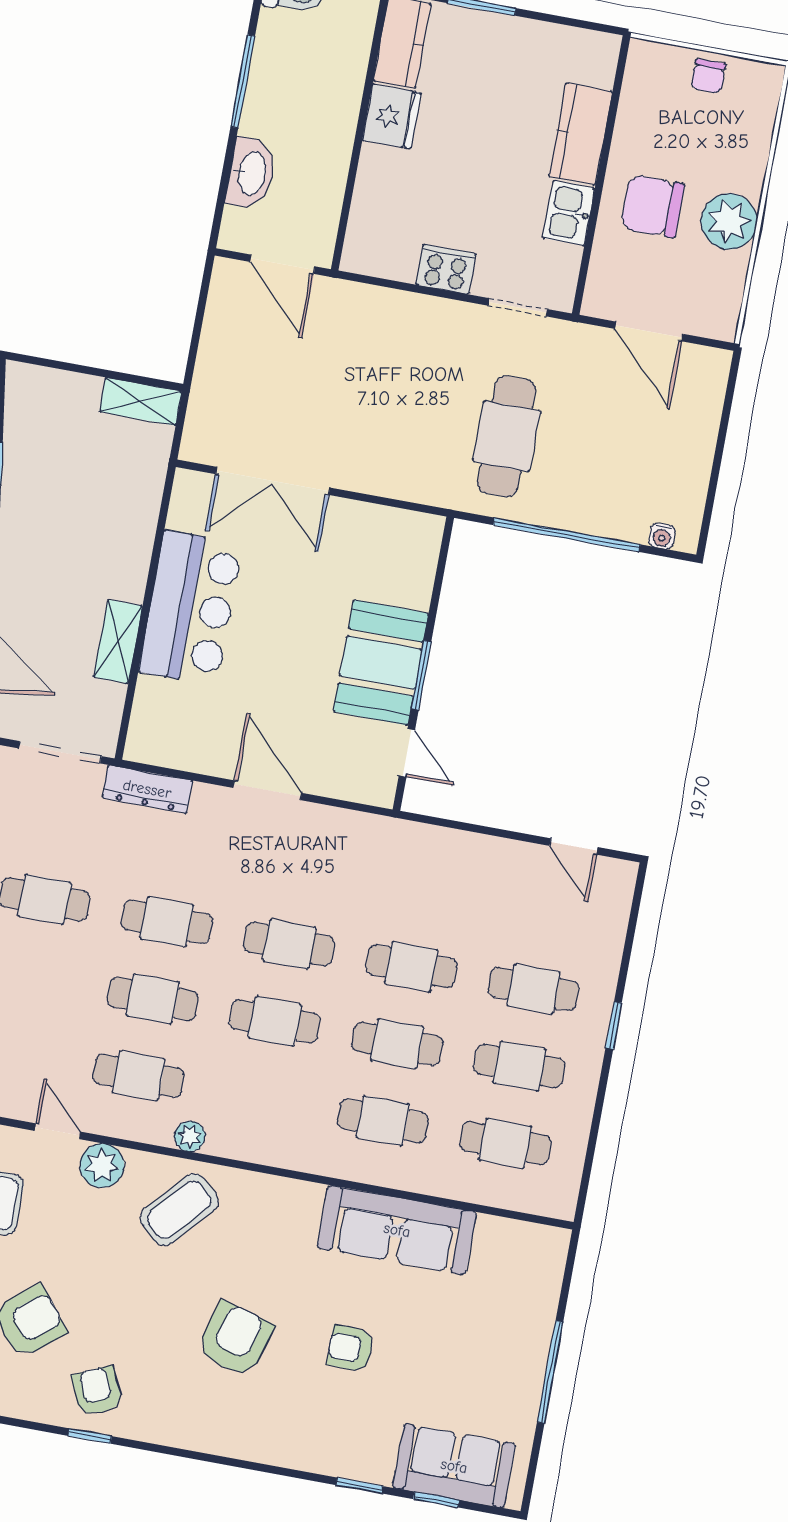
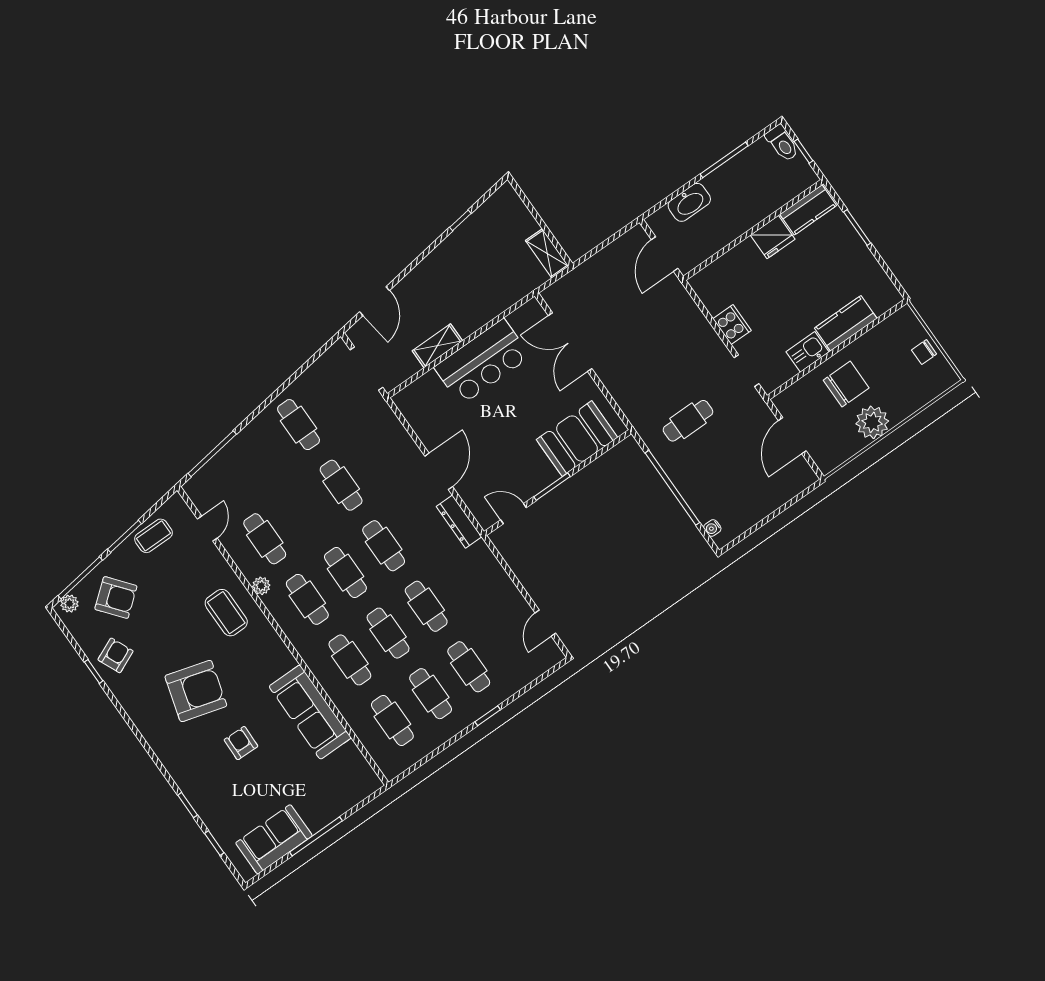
chair: (653, 206) -> (846, 384), turned 90
cafe table: (506, 436) -> (688, 421), width x0.73, depth x0.74
booth: (381, 662) -> (577, 439), moved
door: (407, 753) -> (514, 514), swing flipped
dresser: (147, 789) -> (459, 522), moved
cafe table: (153, 999) -> (307, 599), moved
plant: (102, 1166) -> (212, 562), removed
coffee table: (179, 1210) -> (226, 613), turned 48
armchair: (235, 1339) -> (196, 691), width x1.36, depth x1.36
sofa: (454, 1466) -> (274, 839), moved, turned -90

